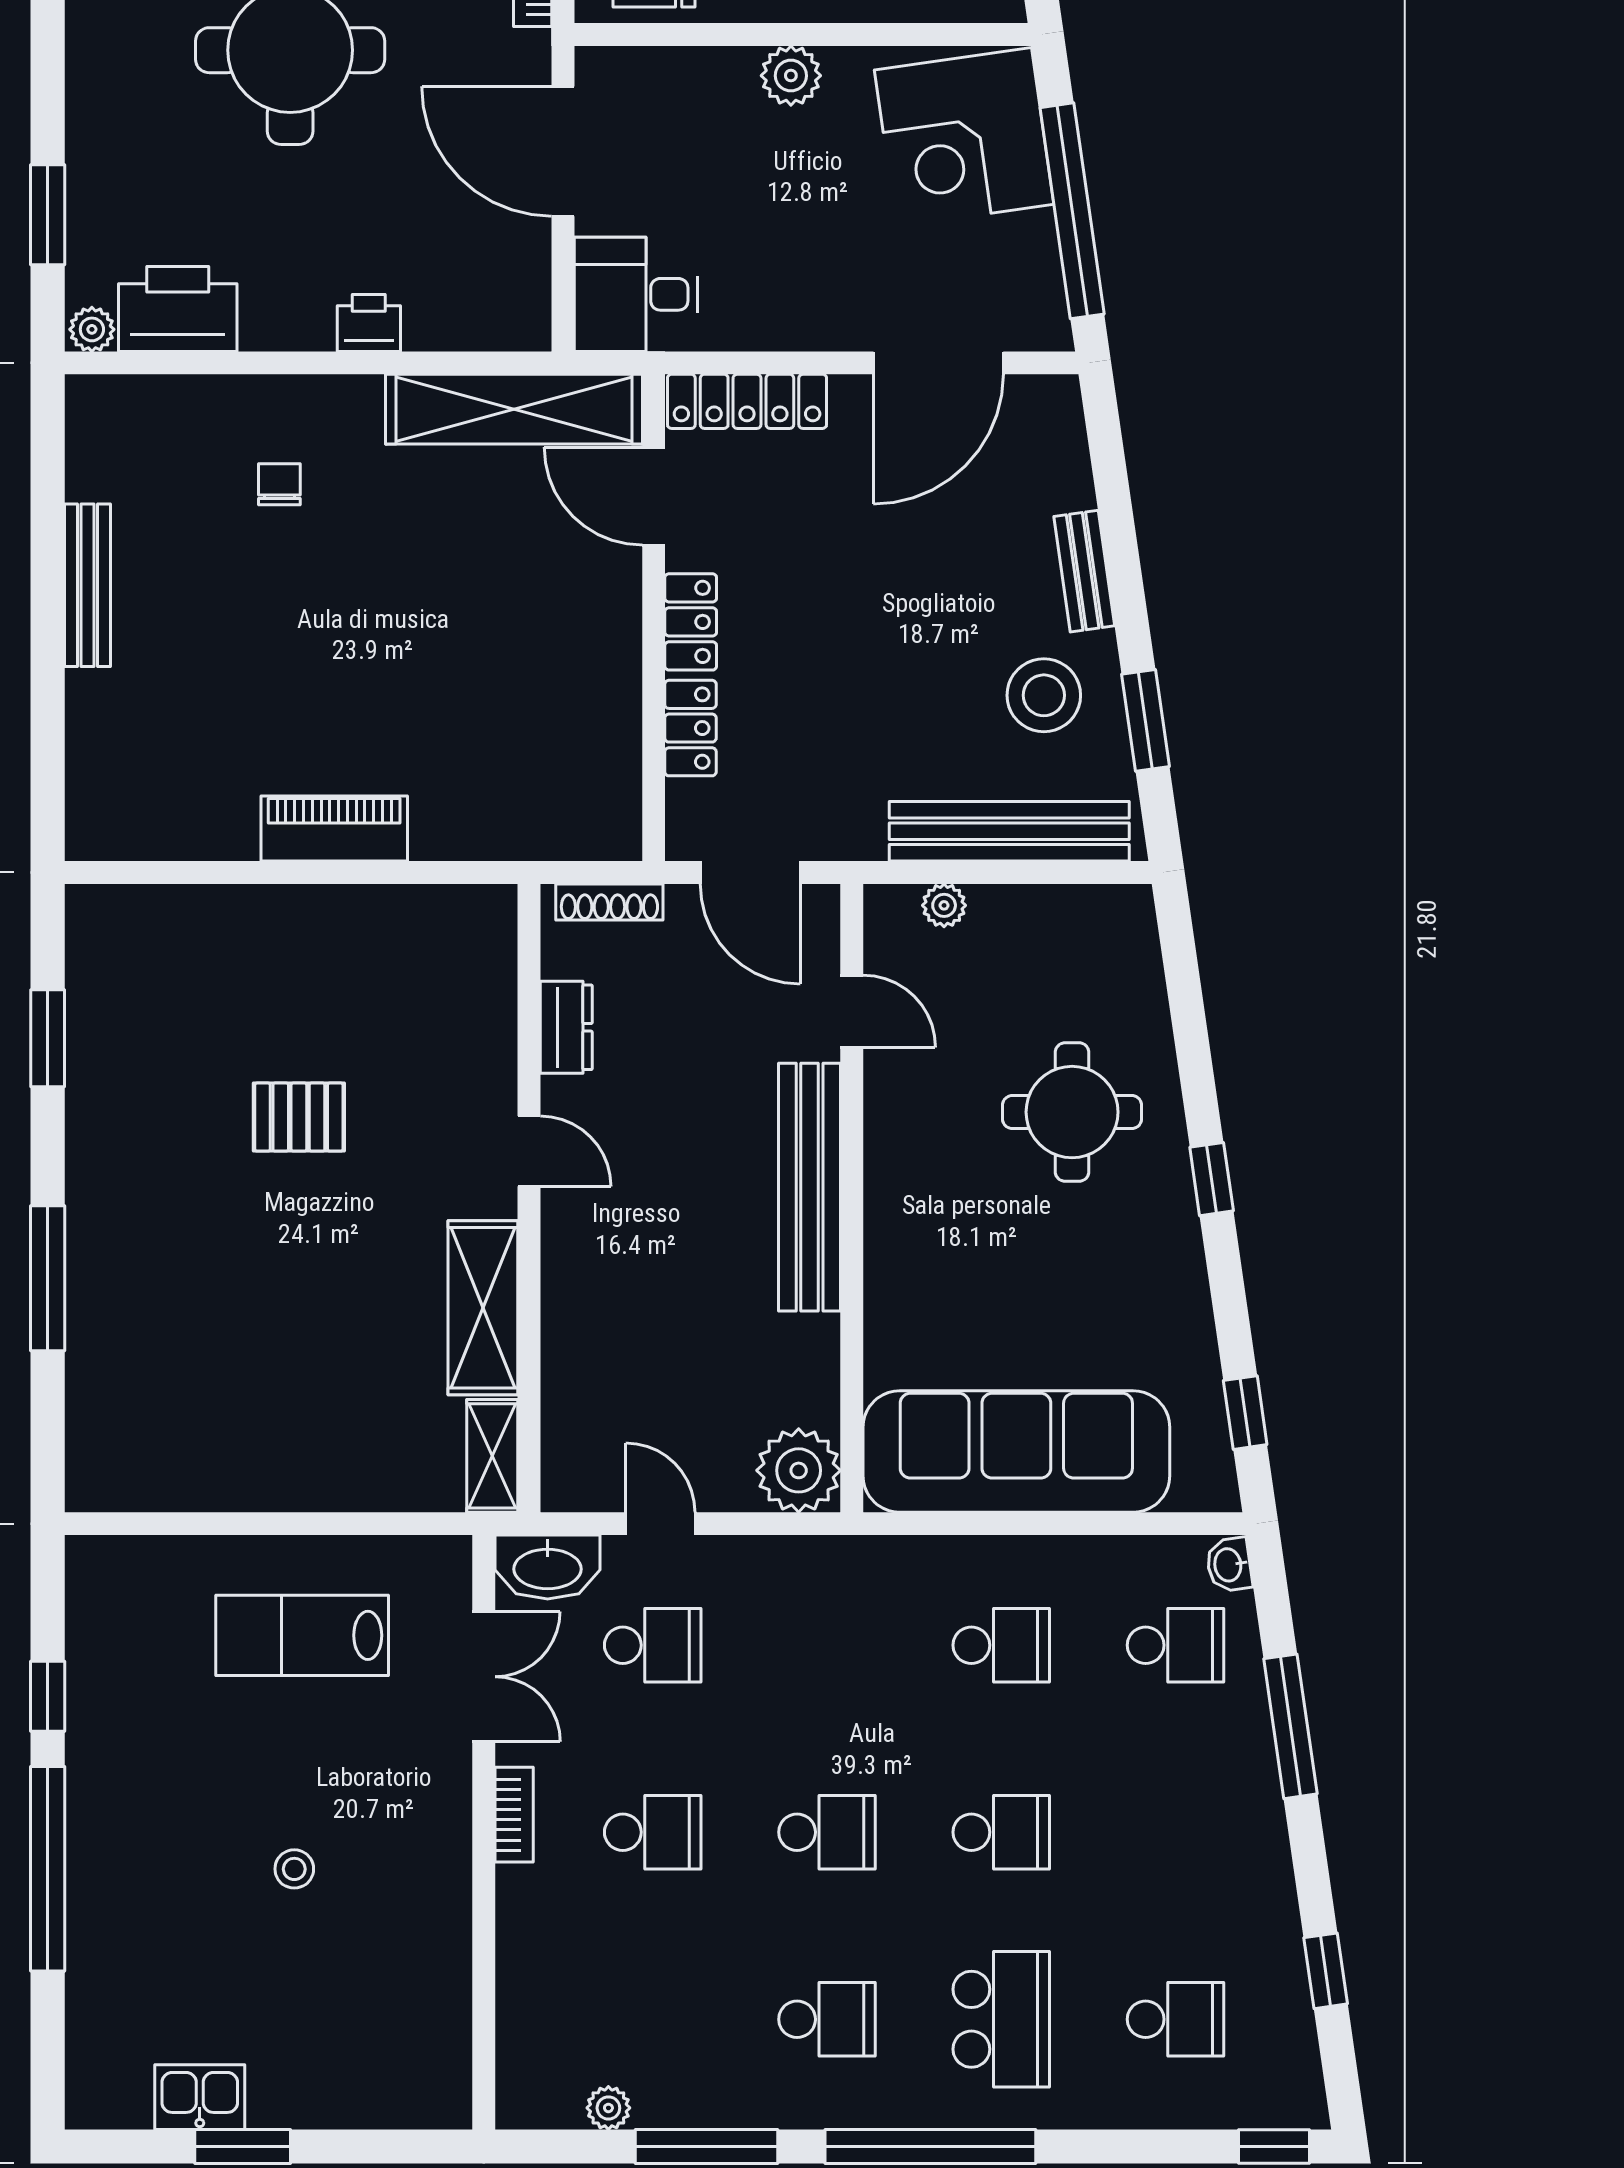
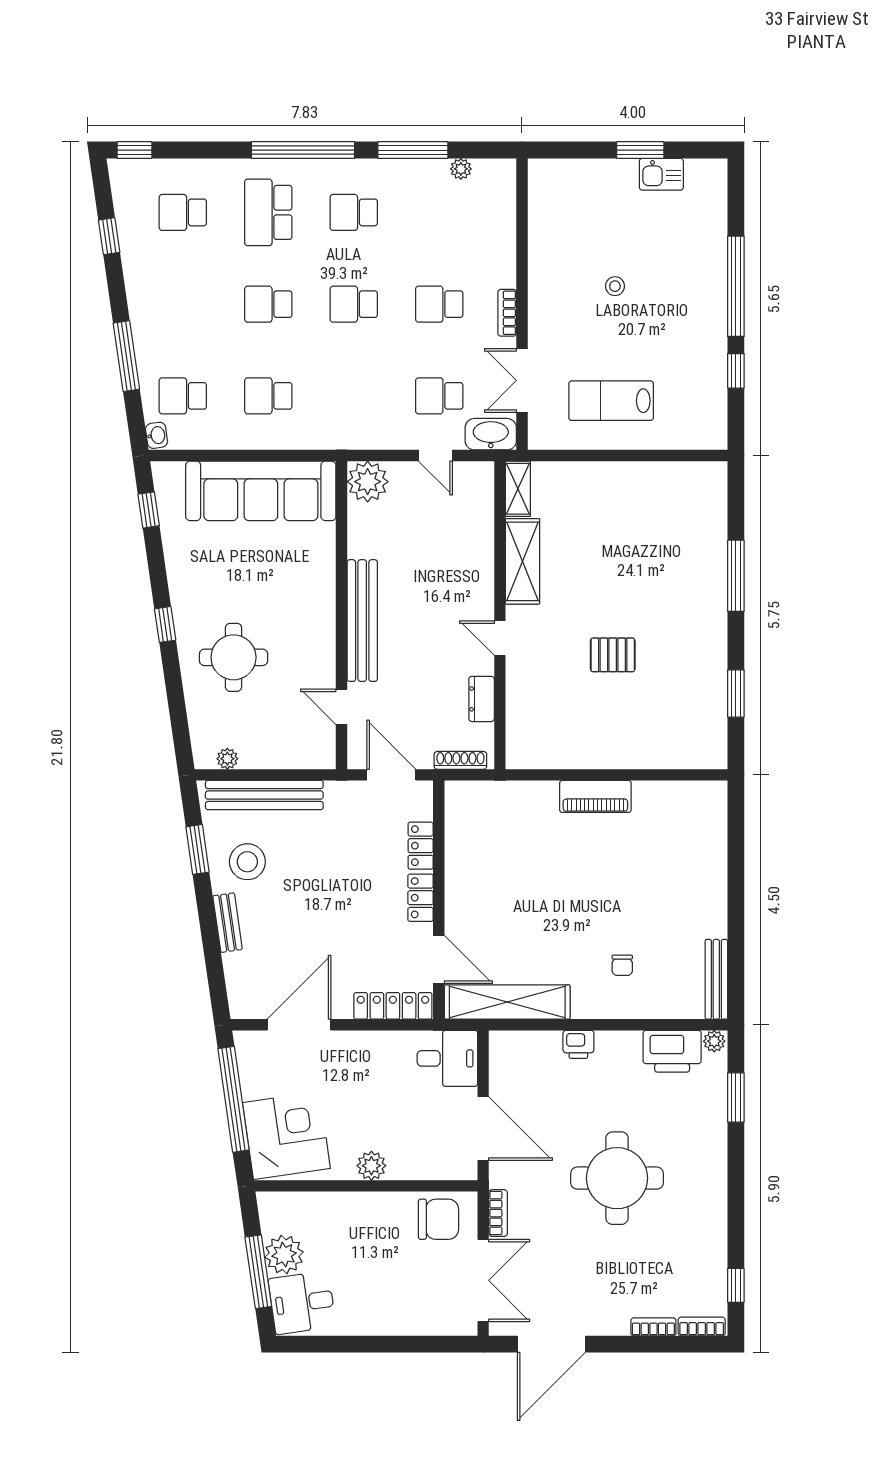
bench: (88, 585) -> (716, 979), moved
plant: (944, 905) -> (227, 759), moved
lab bench: (302, 1635) -> (611, 401), turned 180

